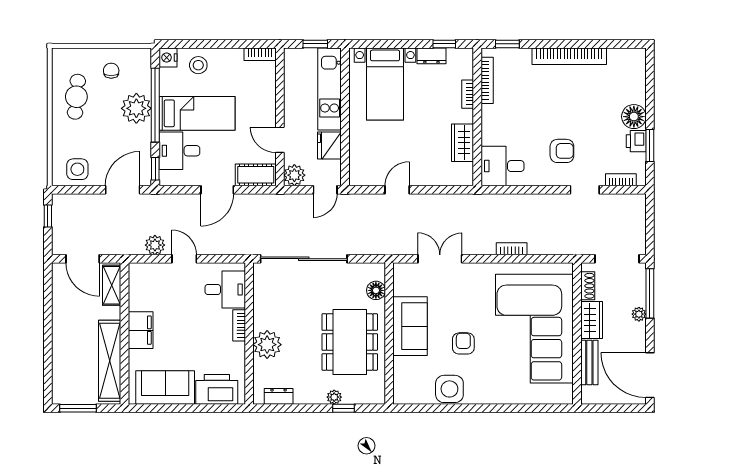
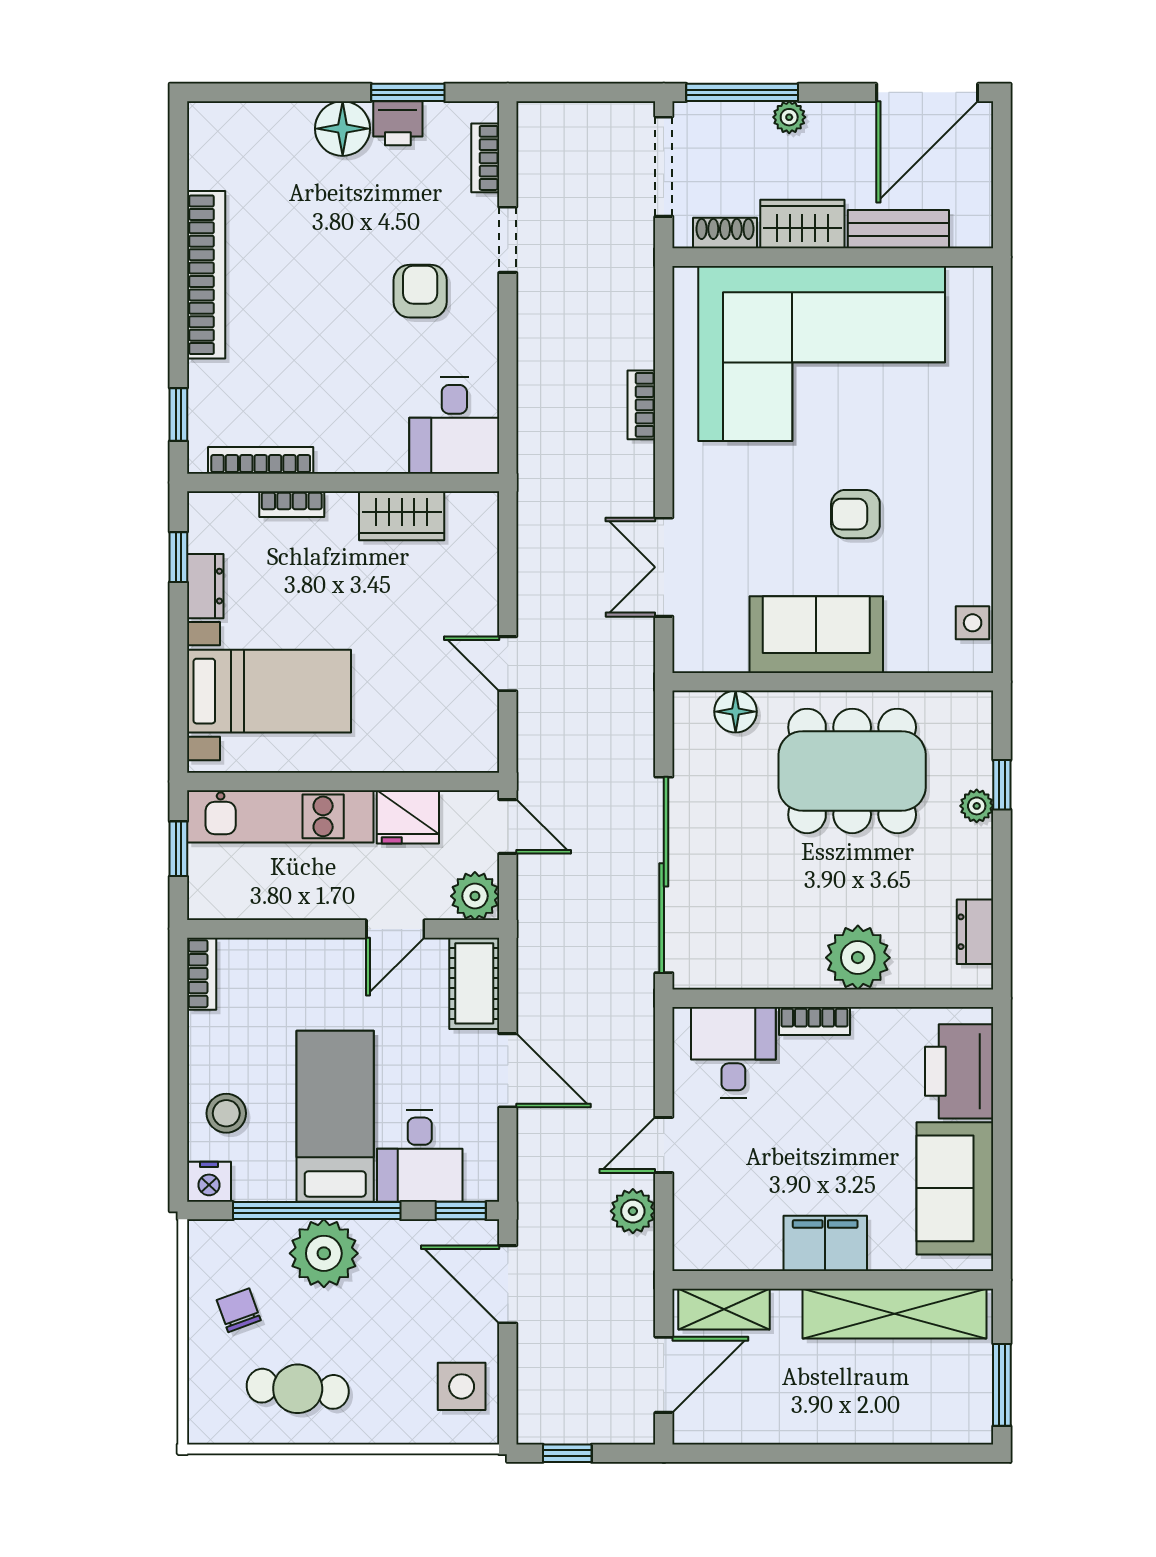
chair: (111, 71) -> (239, 1310), turned 70
side table: (449, 389) -> (973, 623), moved, width x0.54, depth x0.54

